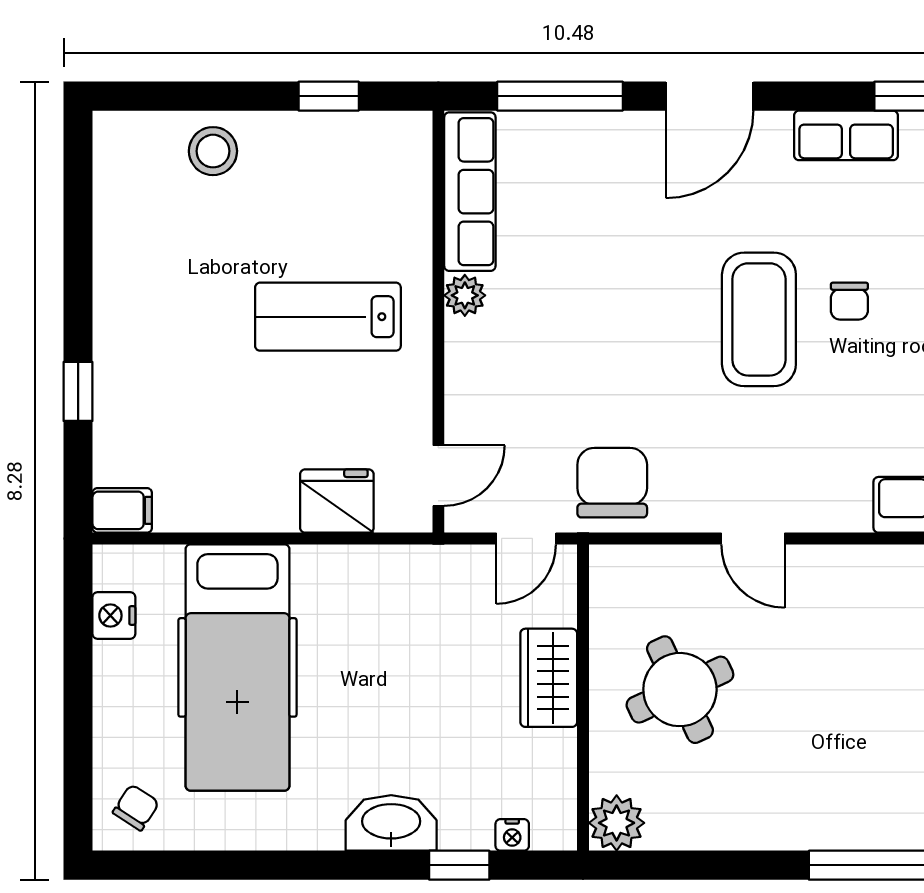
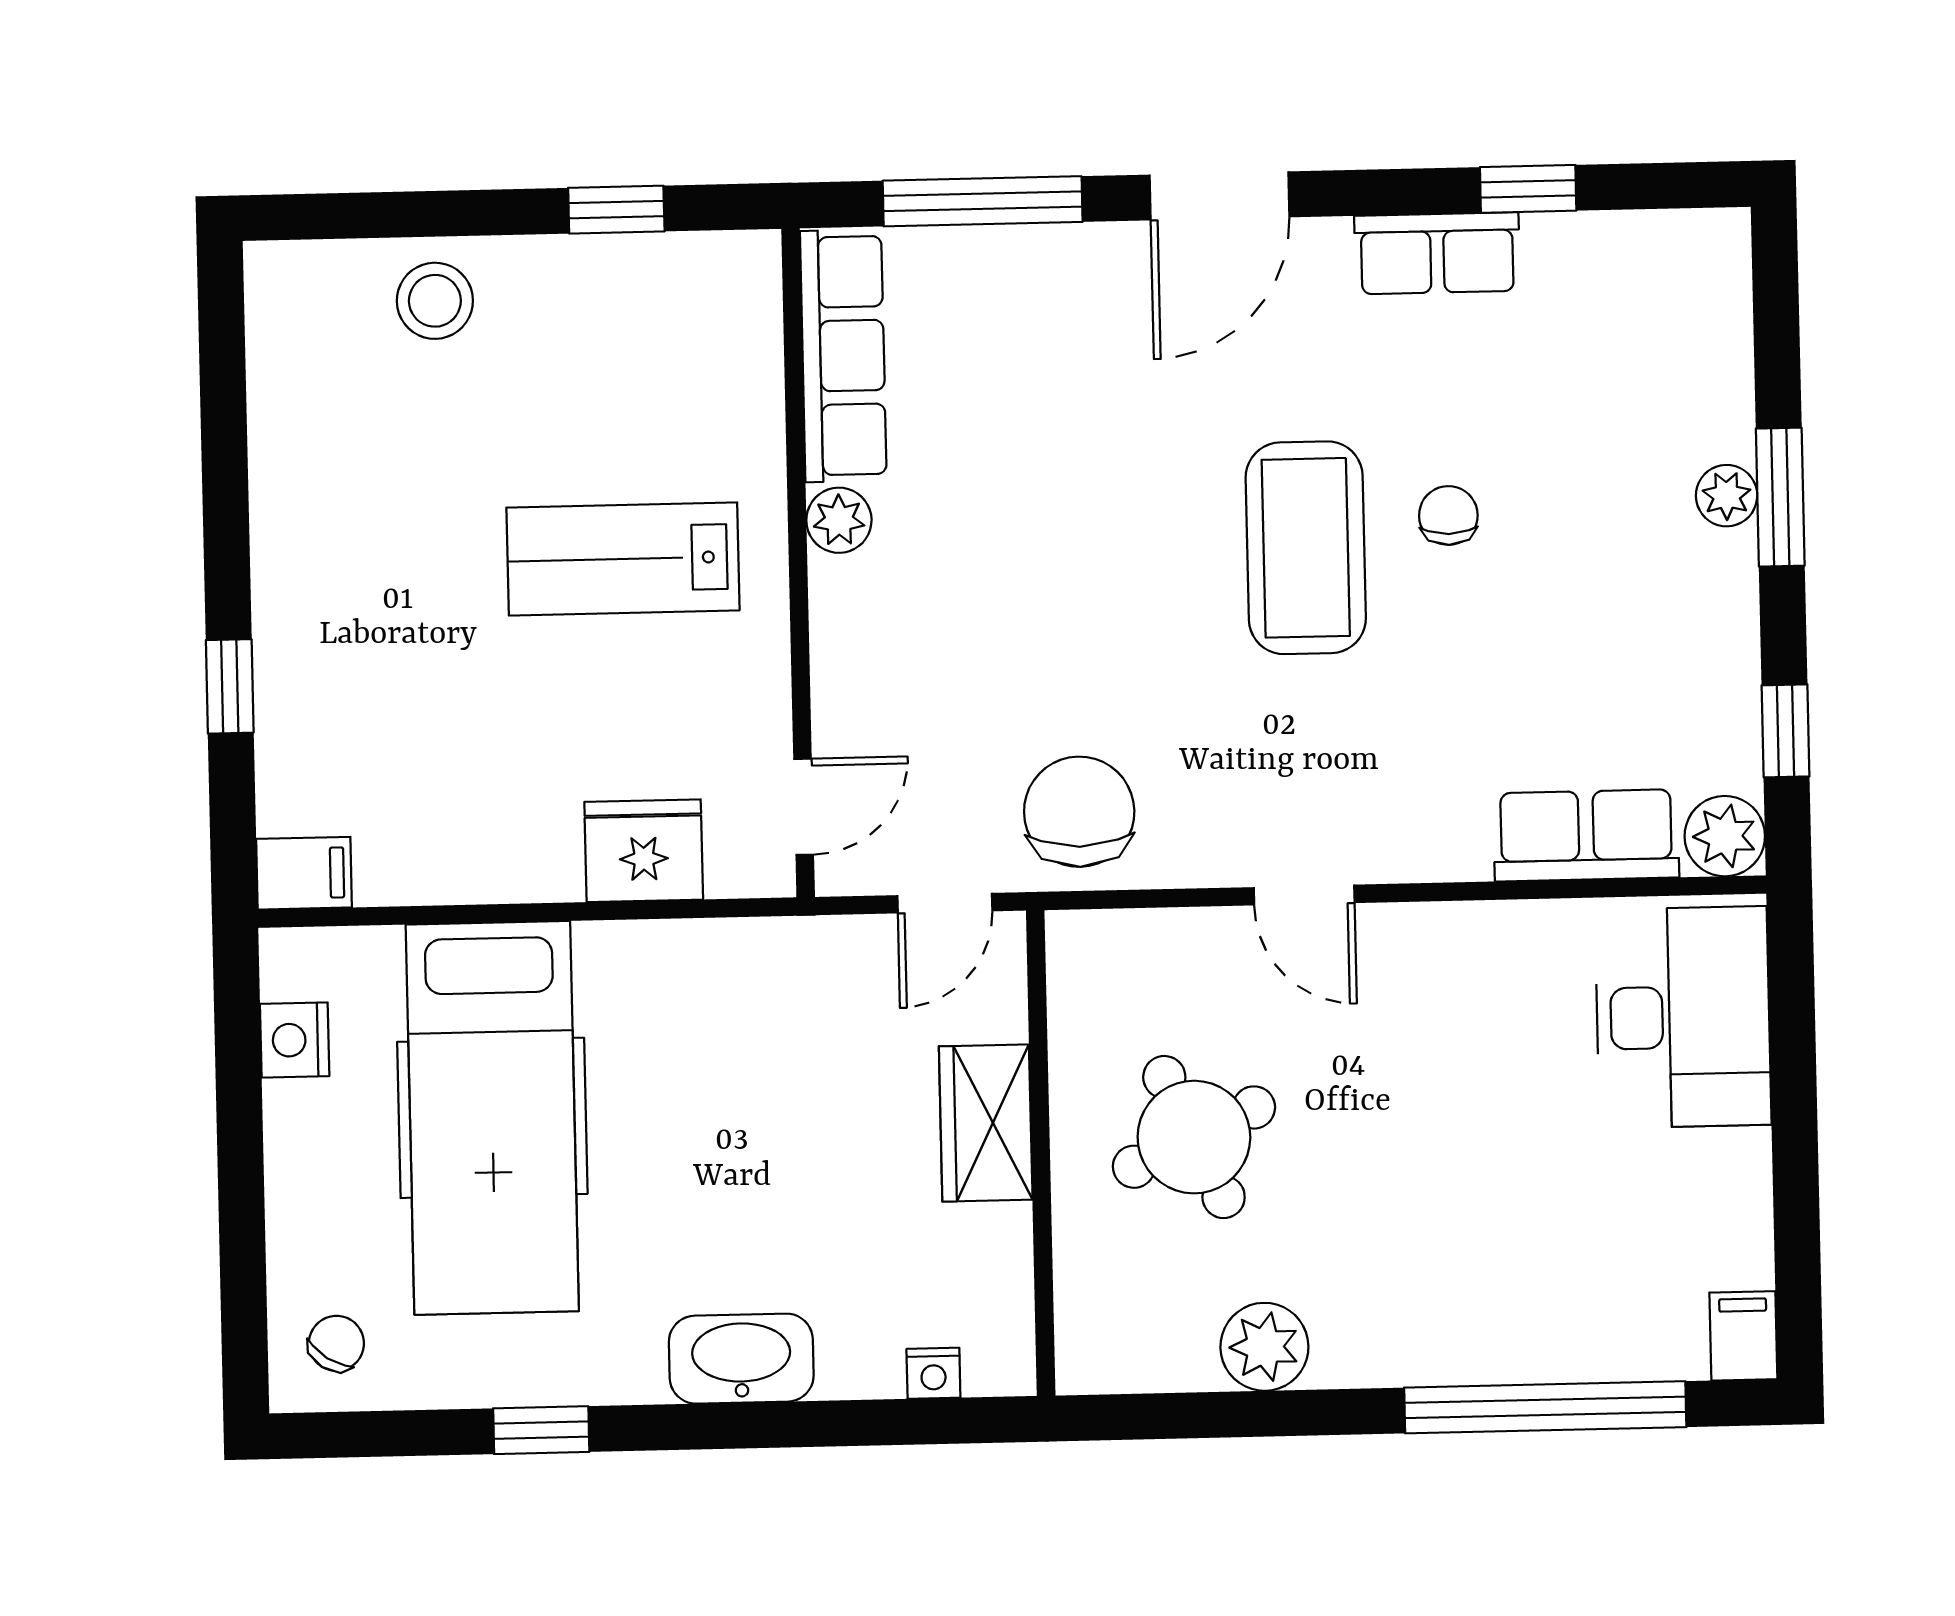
chair: (849, 301) -> (1448, 515), turned 180
plant: (617, 823) -> (1264, 1347), moved
window: (459, 865) -> (541, 1430), moved

